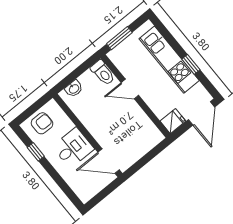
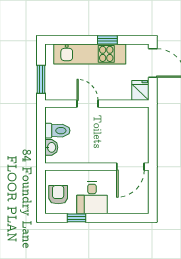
toilet: (103, 73) -> (57, 131), moved
door: (130, 89) -> (87, 104), swing flipped
desk: (73, 148) -> (92, 198), moved, turned 180

